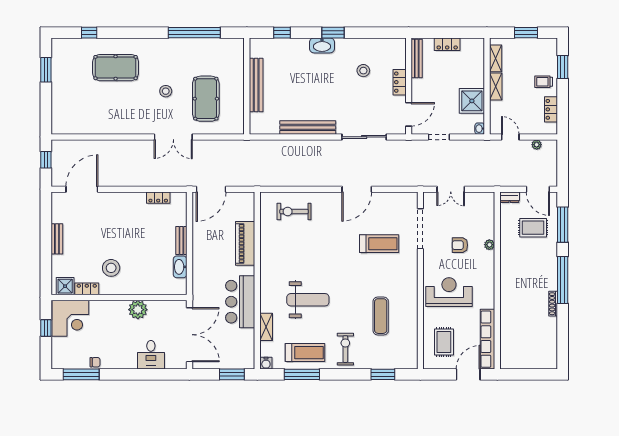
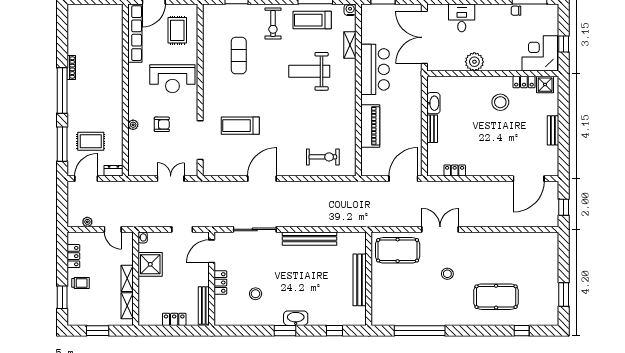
pool table: (206, 99) -> (398, 250), moved, turned 90
door: (538, 189) -> (86, 179), hinge flipped

